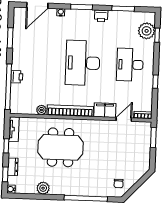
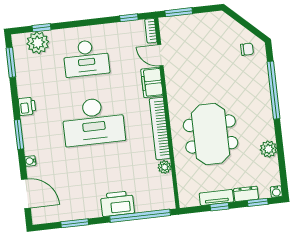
window: (123, 9) -> (11, 62), moved
printer: (17, 77) -> (117, 204), width x1.87, depth x1.48
window: (155, 82) -> (129, 18), moved
tv unit: (14, 129) -> (216, 197), moved

